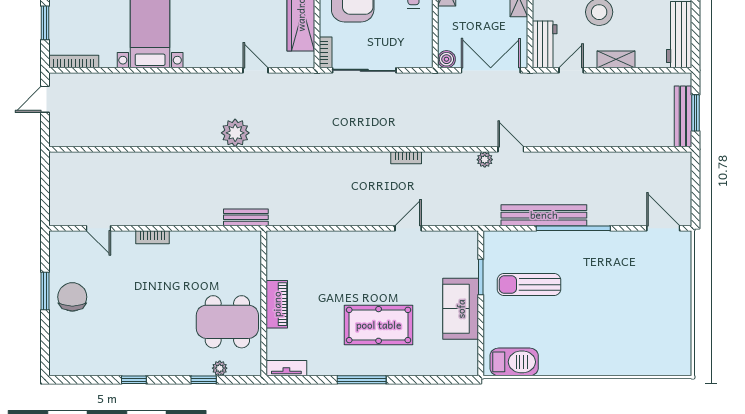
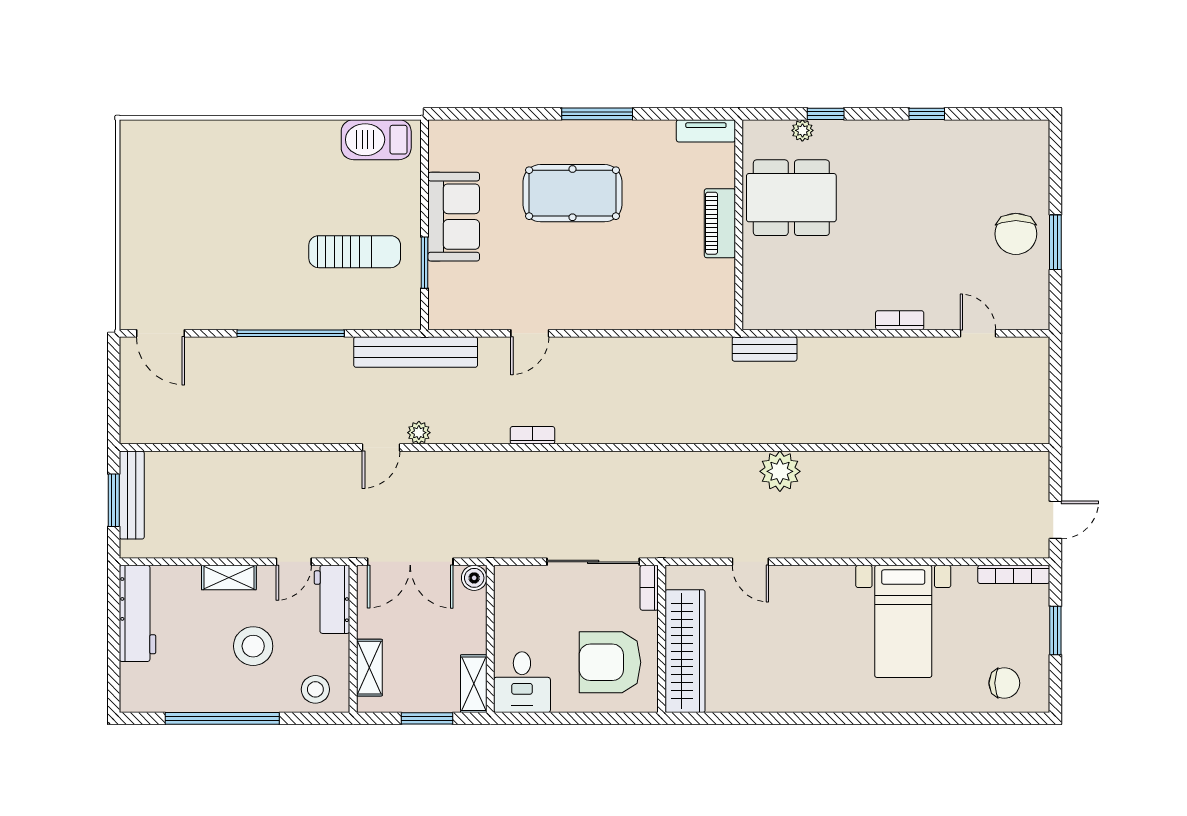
door: (511, 149) -> (381, 448), hinge flipped
bench: (544, 215) -> (416, 352), moved

